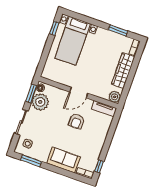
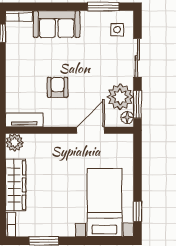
door: (79, 93) -> (91, 130), moved

